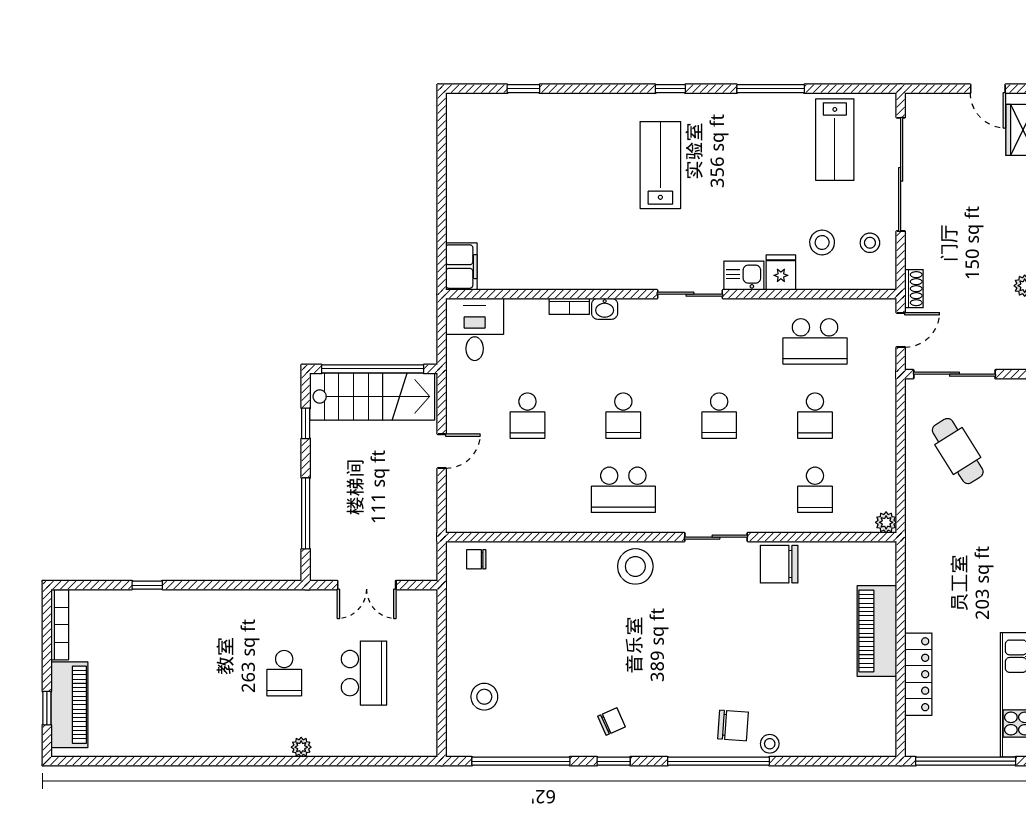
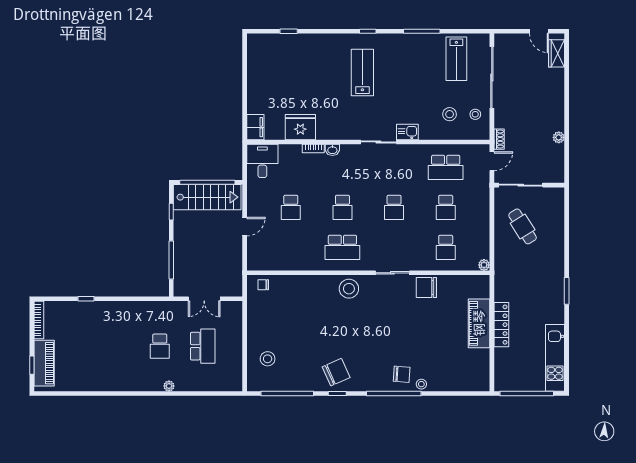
fridge: (781, 273) -> (300, 127), moved, width x1.88, depth x1.34
locker: (918, 674) -> (501, 325), moved
chair: (612, 721) -> (336, 372), width x1.87, depth x1.87

